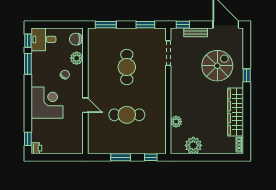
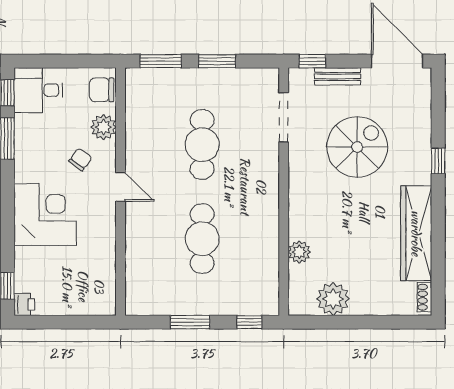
window: (145, 25) -> (217, 61), moved
spiral stairs: (217, 66) -> (357, 147), moved
door: (85, 105) -> (121, 187), moved
cafe table: (127, 115) -> (202, 239), turned 90

